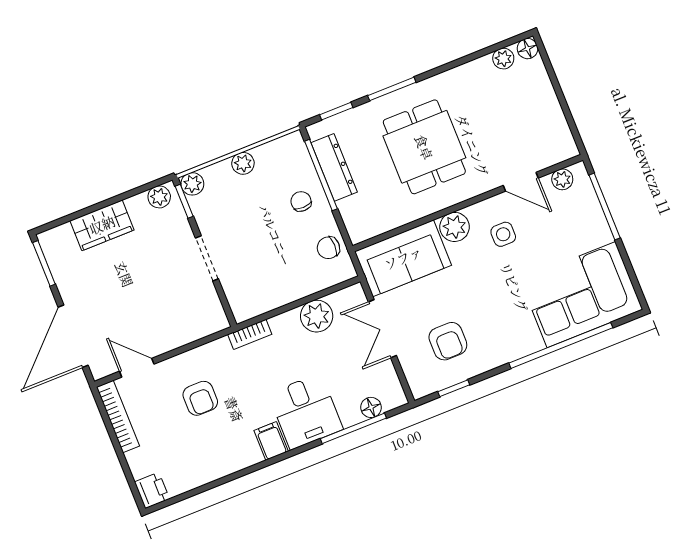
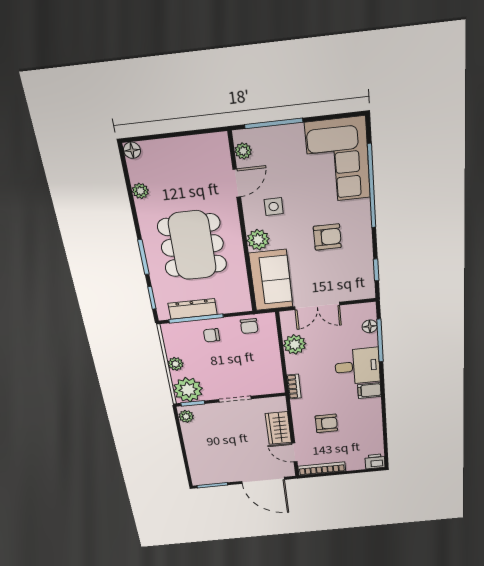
plant: (503, 59) -> (140, 191), moved
dining table: (424, 147) -> (192, 246), width x1.38
plant: (192, 184) -> (188, 390), width x1.88, depth x1.88
wardrobe: (102, 225) -> (278, 428), moved, turned 180
armchair: (448, 341) -> (327, 237), moved
door: (137, 368) -> (294, 452), hinge flipped

